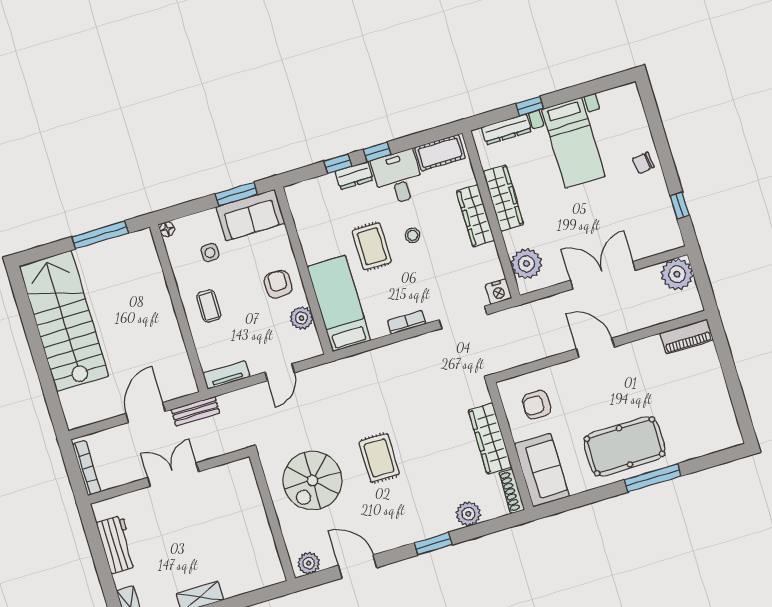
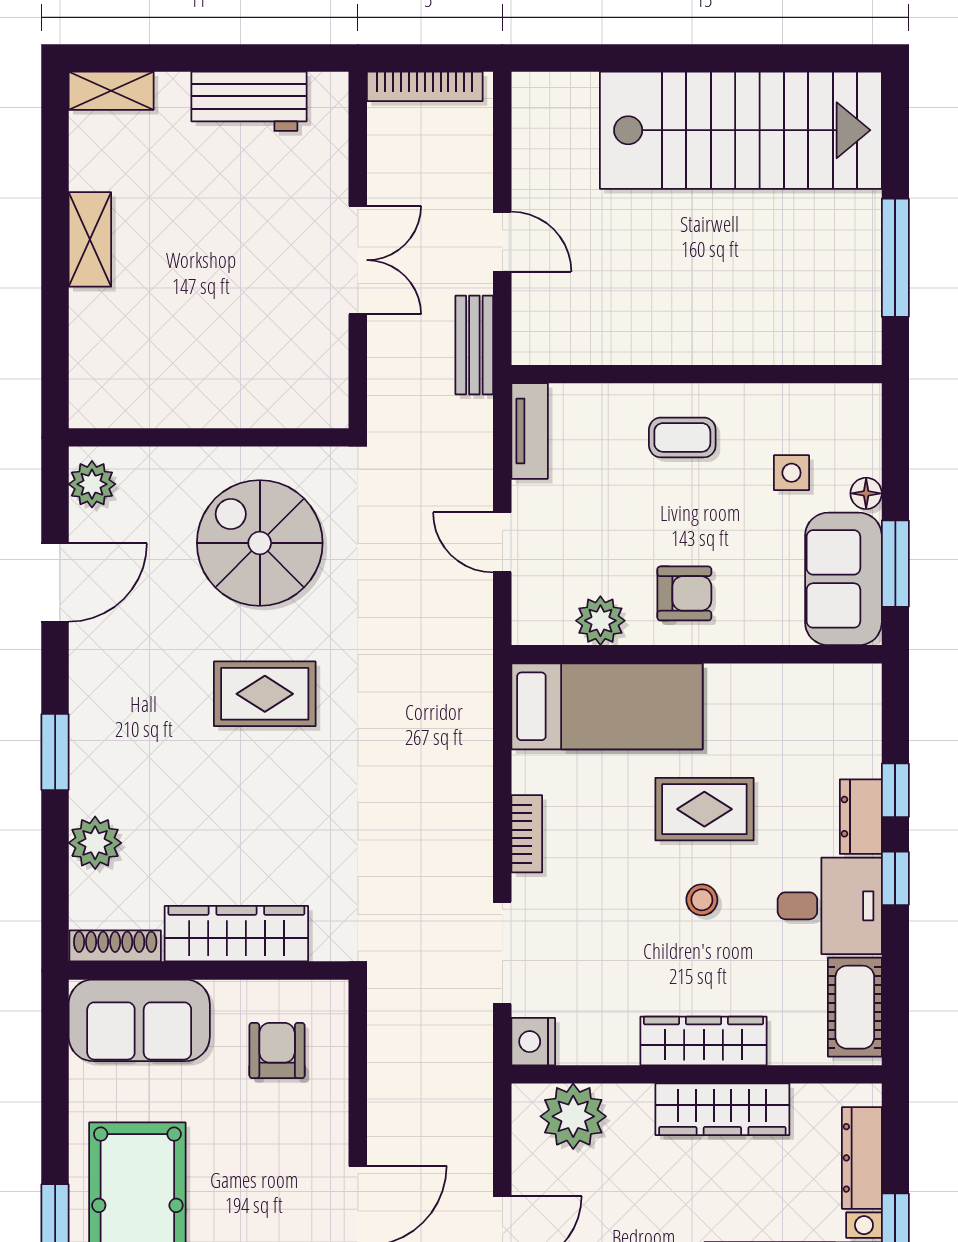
floor lamp: (167, 229) -> (866, 493), moved
door: (146, 413) -> (502, 242), width x0.73

